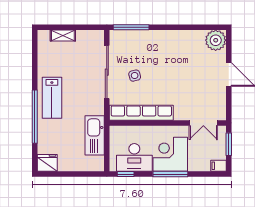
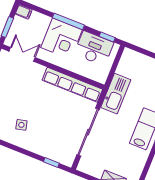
window: (131, 27) -> (51, 163), width x0.46
side table: (135, 76) -> (21, 125), moved
kitchen sink: (95, 135) -> (116, 94), moved

